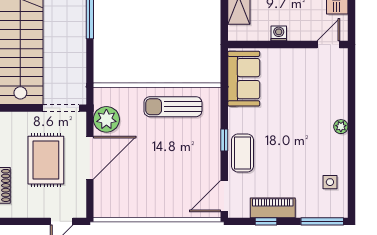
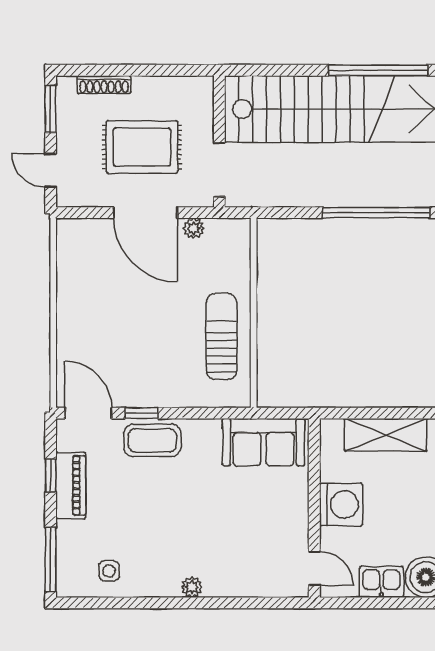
washing machine: (279, 33) -> (341, 504), width x1.89, depth x1.89
plant: (106, 119) -> (194, 228), width x0.53, depth x0.53
window: (224, 140) -> (142, 413), moved
window: (20, 221) -> (51, 109), added

